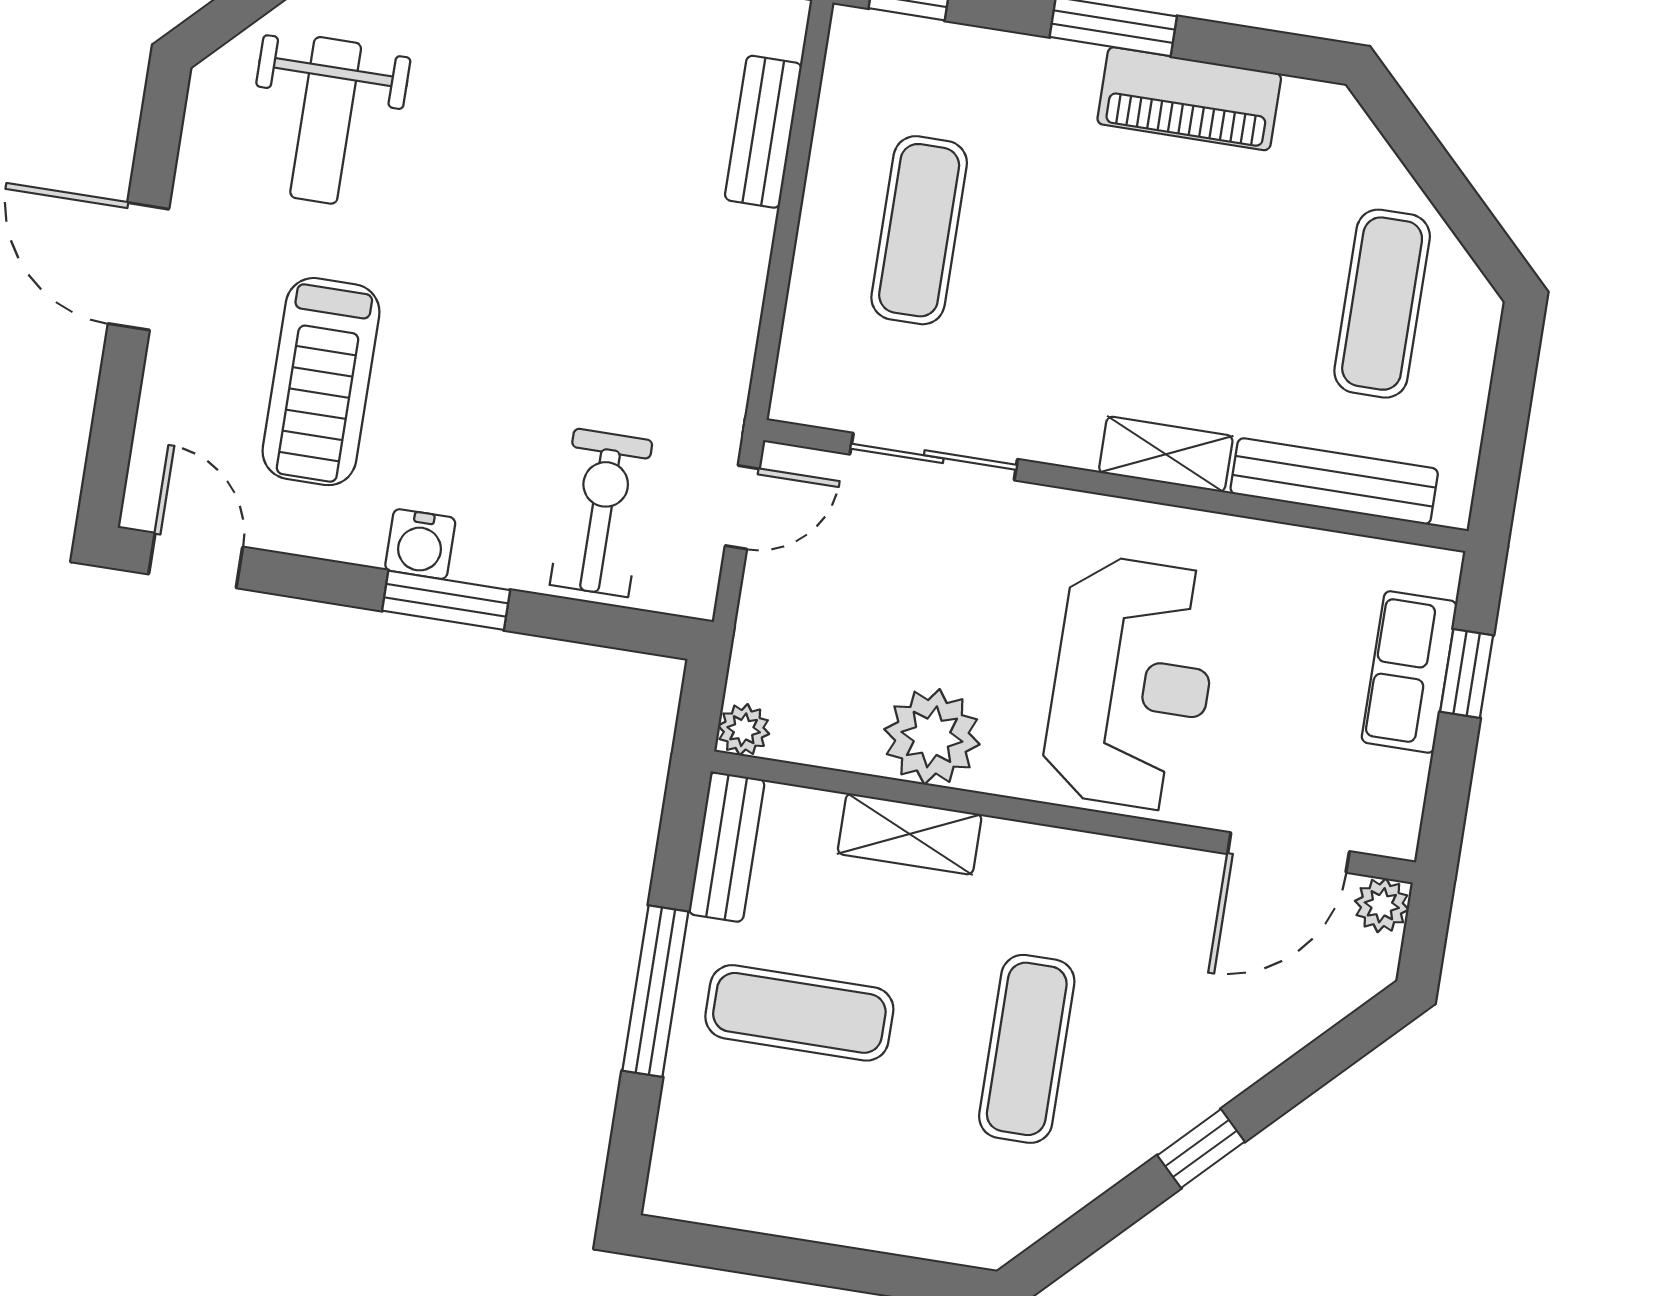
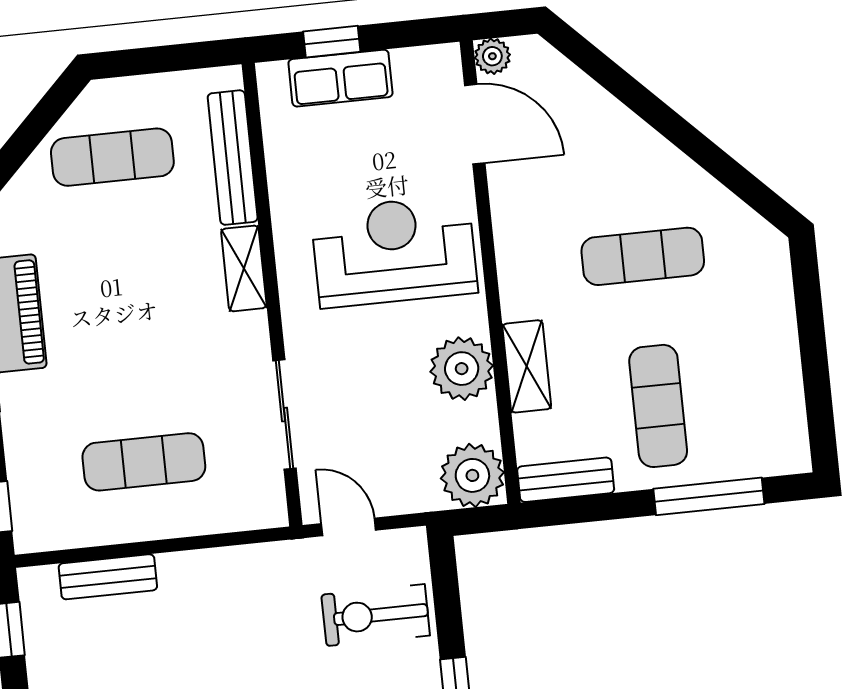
plant: (744, 730) -> (472, 475), width x1.87, depth x1.87
window: (655, 991) -> (709, 496), moved
window: (1201, 1148) -> (676, 130), removed

